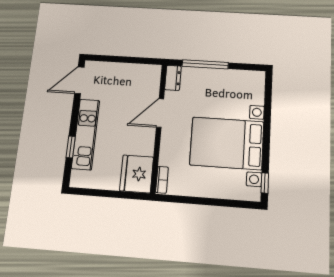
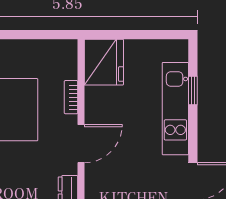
bookcase: (162, 180) -> (71, 97), moved

